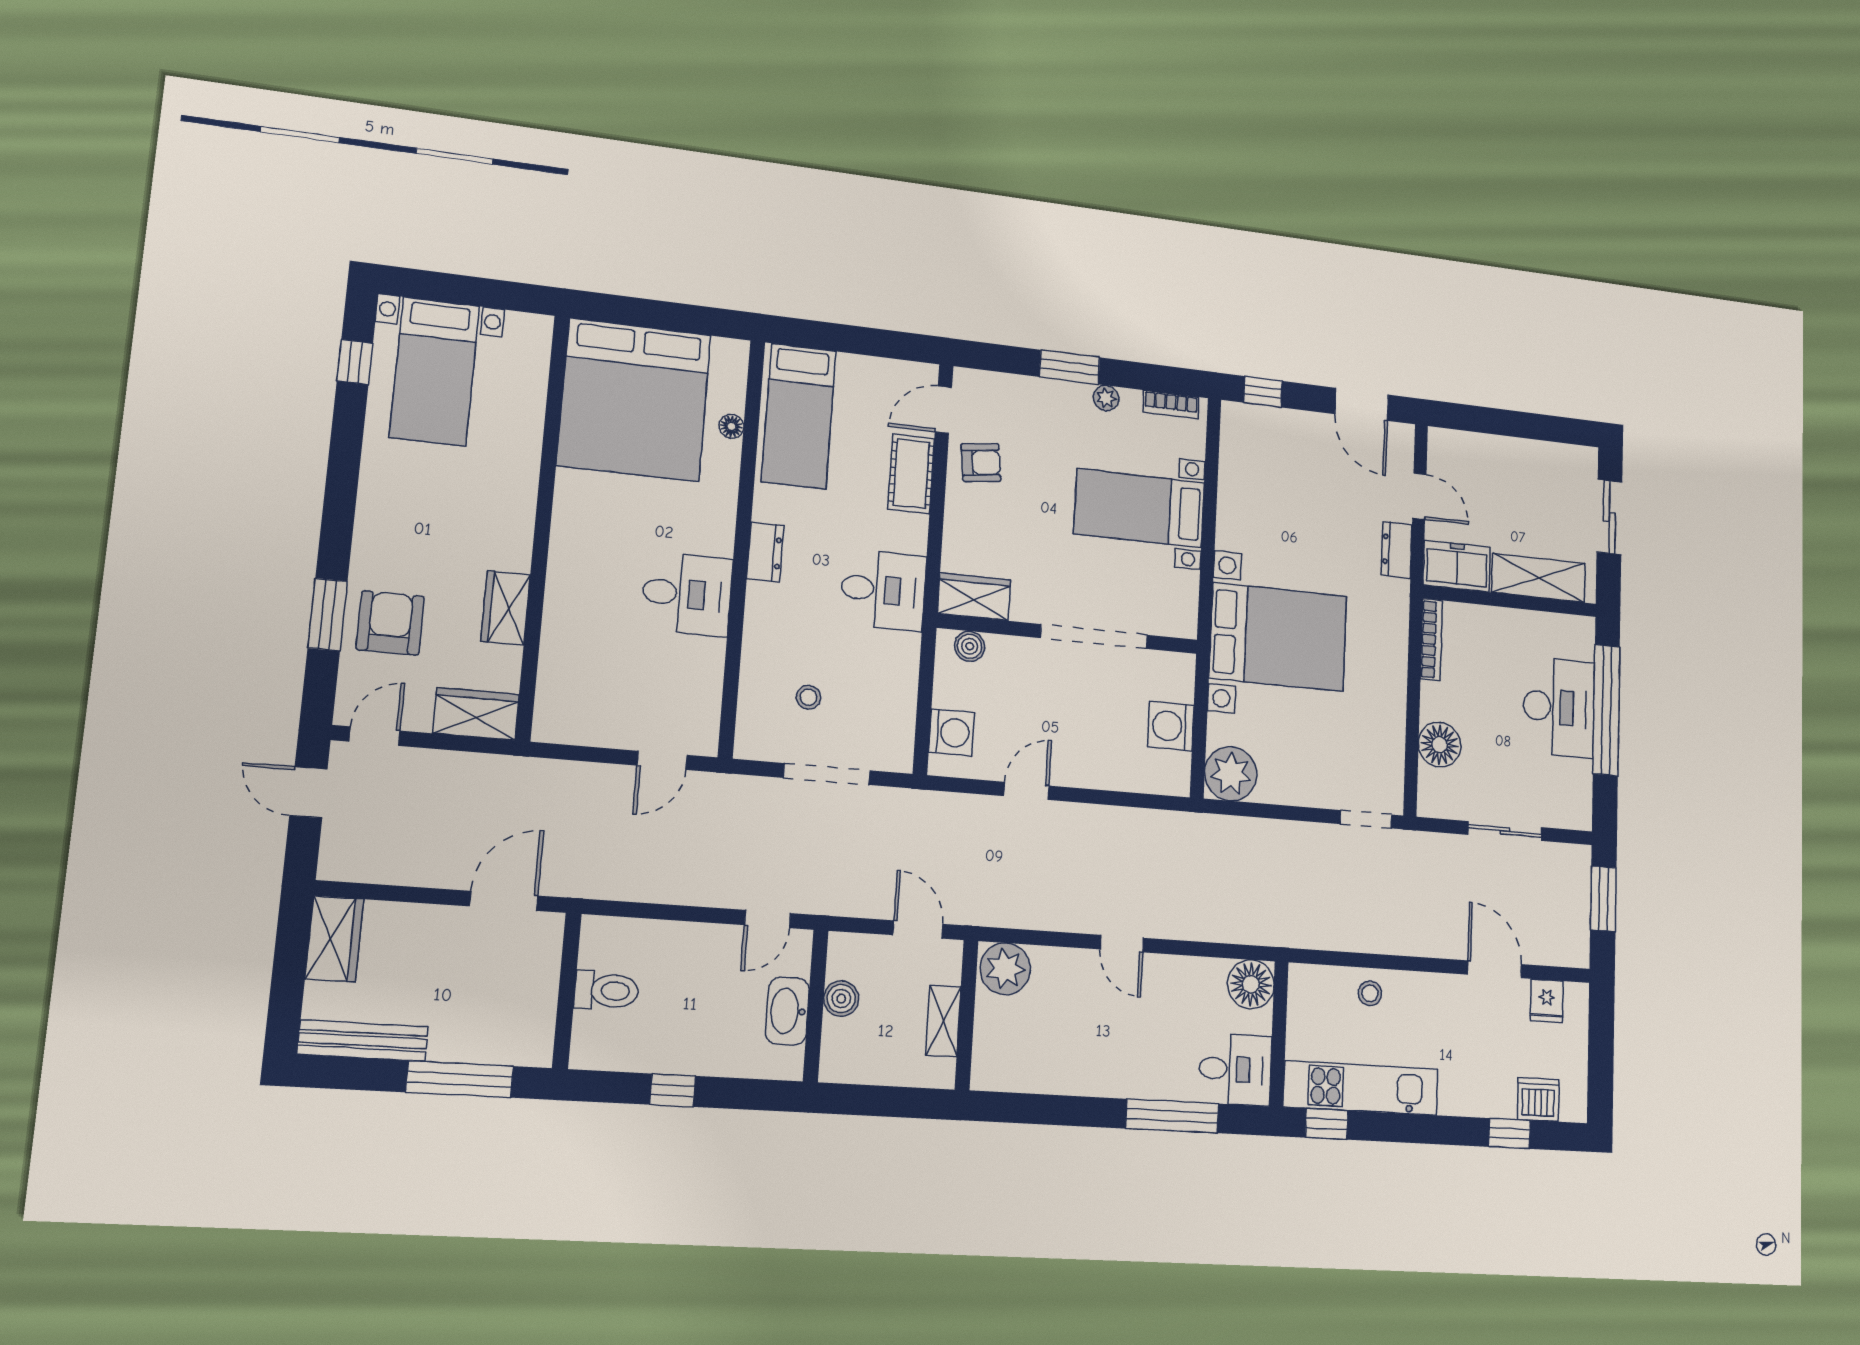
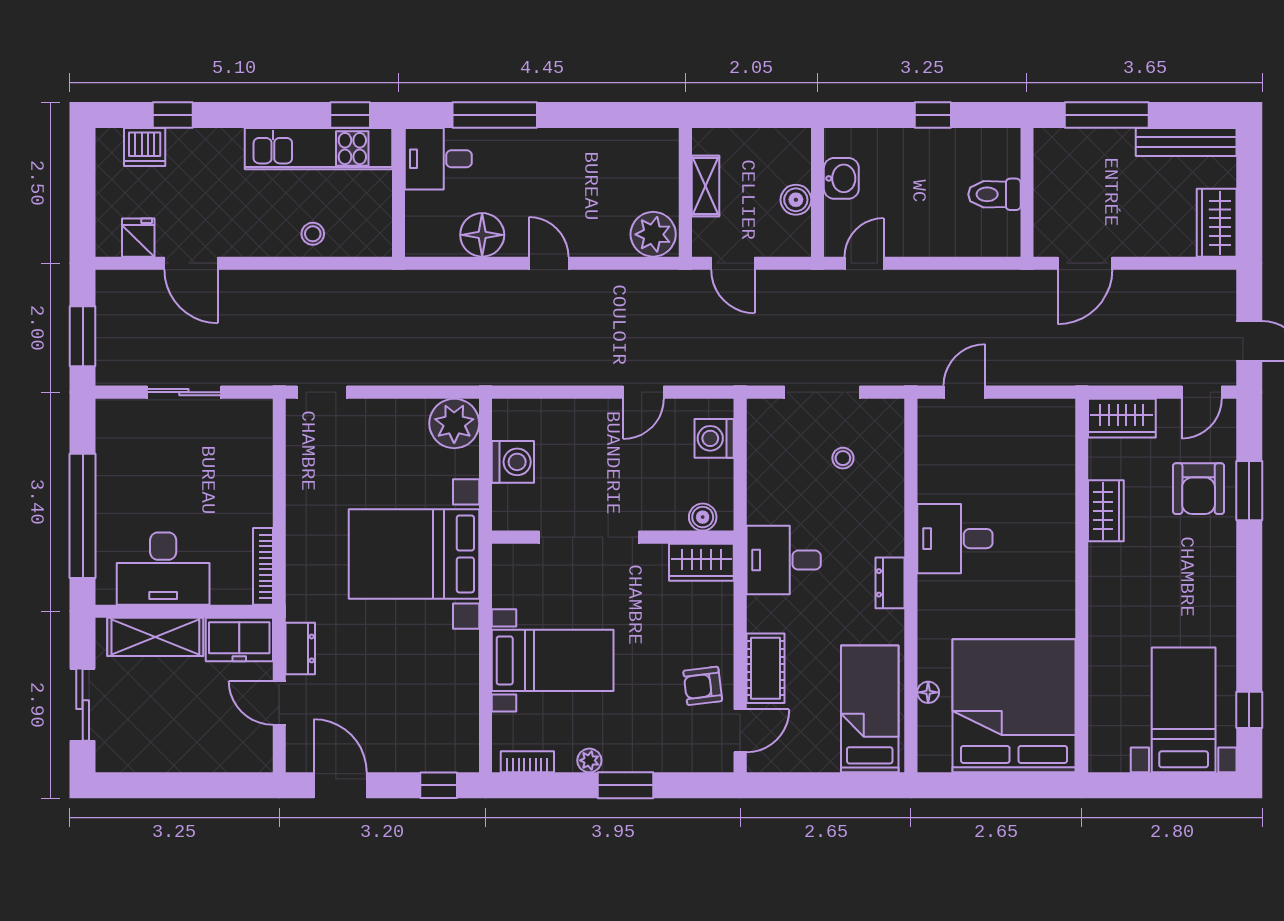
desk: (1559, 707) -> (163, 569), moved, turned -90
floor lamp: (1440, 745) -> (252, 468), removed
floor lamp: (1251, 984) -> (482, 235), moved
washbasin: (787, 1011) -> (841, 178), width x0.72

